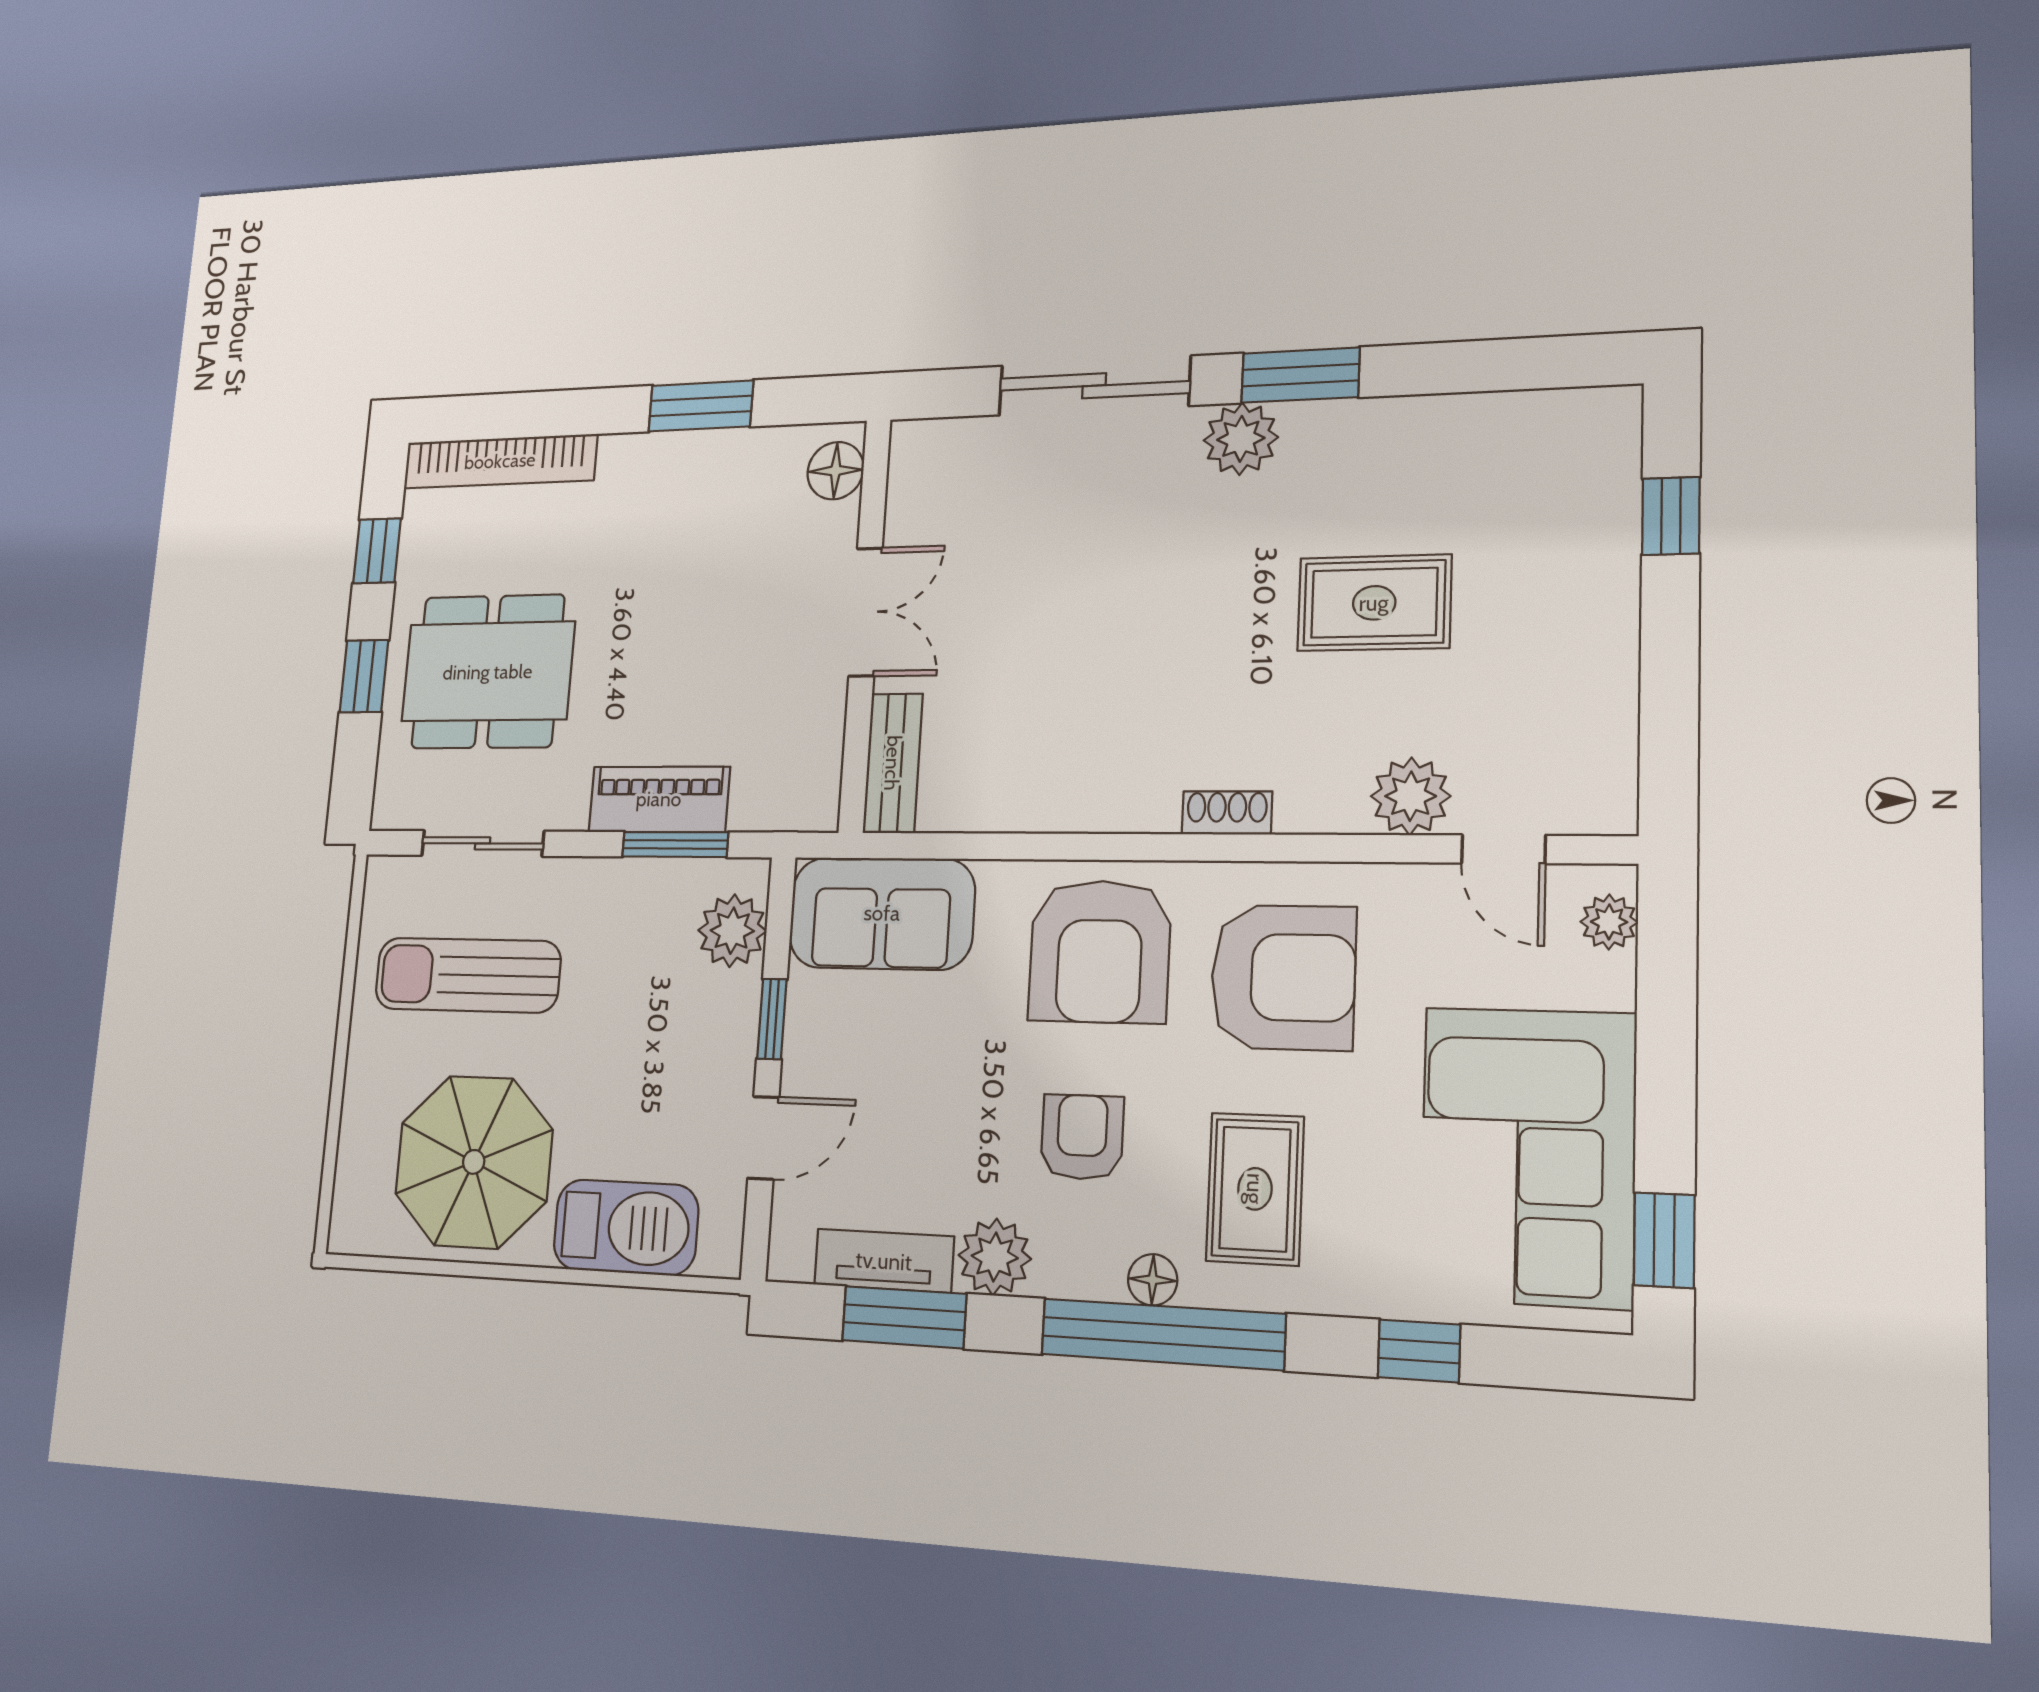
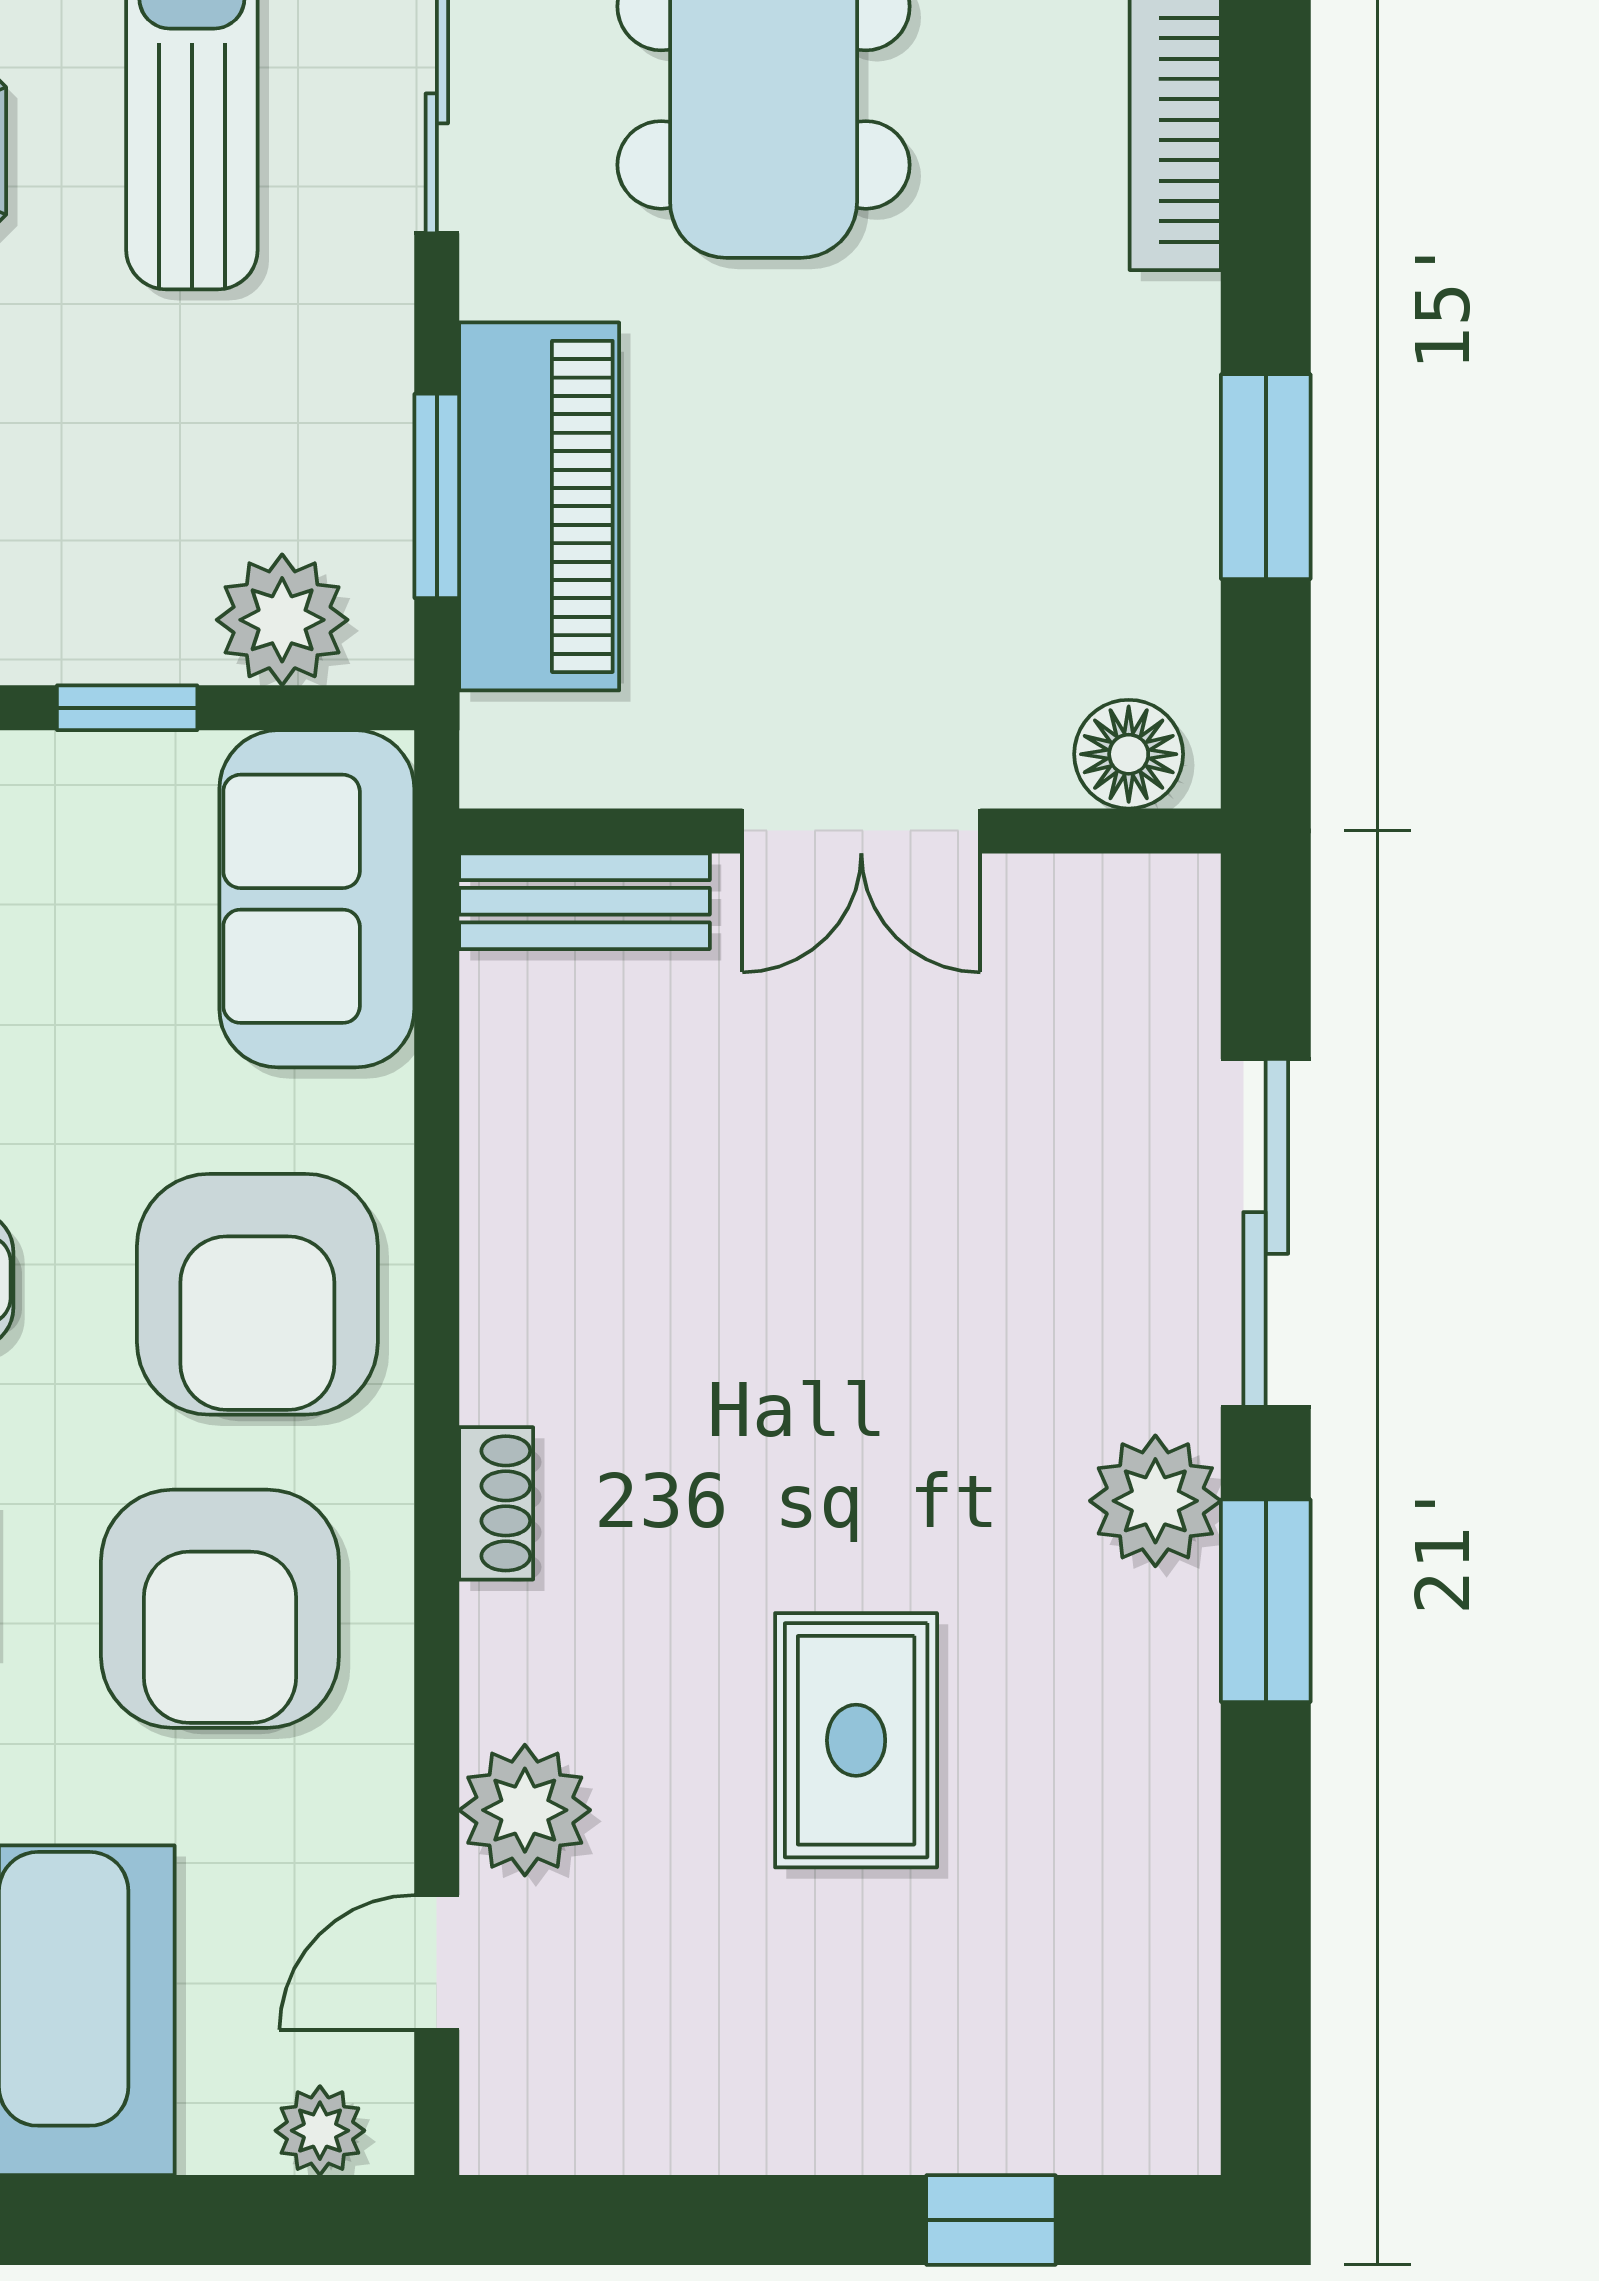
piano: (659, 799) -> (539, 506), width x1.37, depth x1.33
armchair: (1100, 951) -> (257, 1294), turned -90

